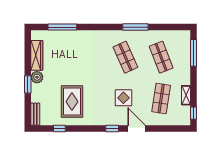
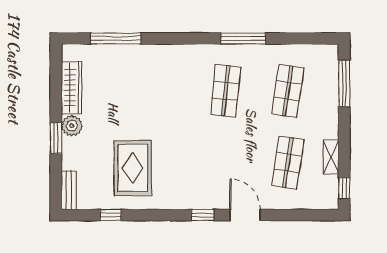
shop shelf: (125, 57) -> (226, 91), turned 30
shop shelf: (161, 57) -> (288, 91), turned 30
display table: (123, 98) -> (222, 162), removed

